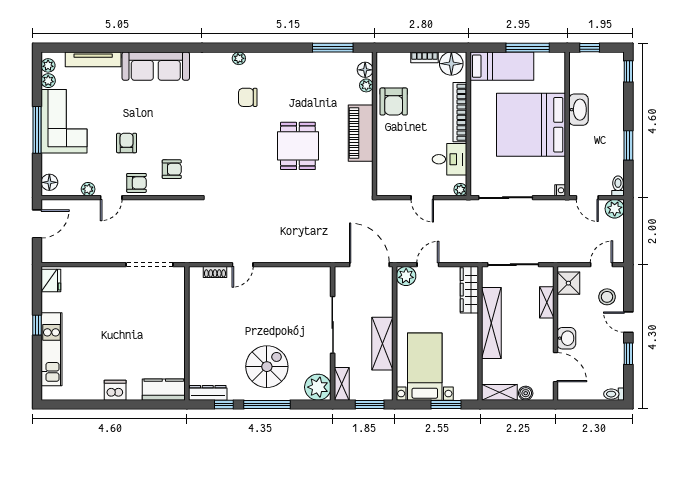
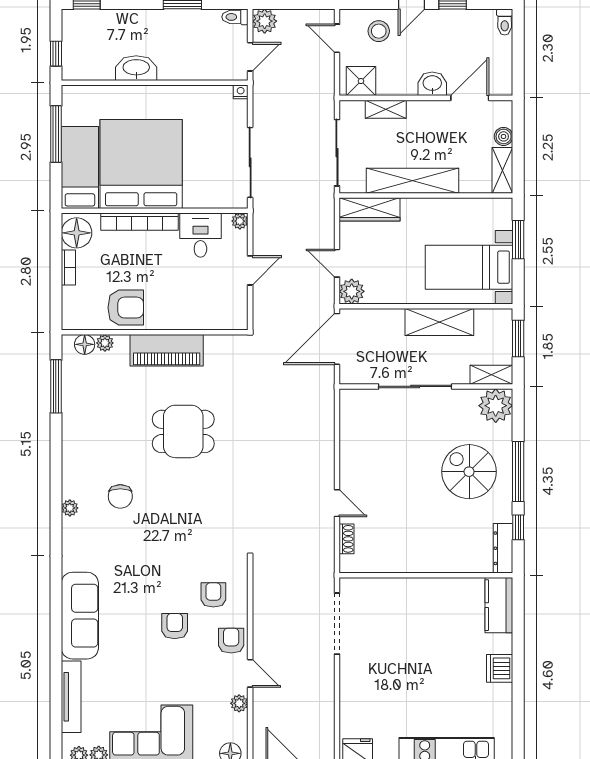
bed: (531, 125) -> (141, 164), moved, turned 180
armchair: (127, 143) -> (175, 626), moved, turned 90

